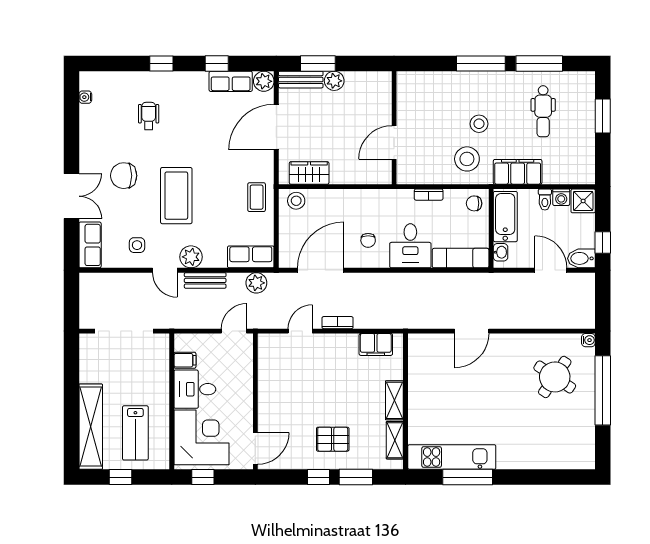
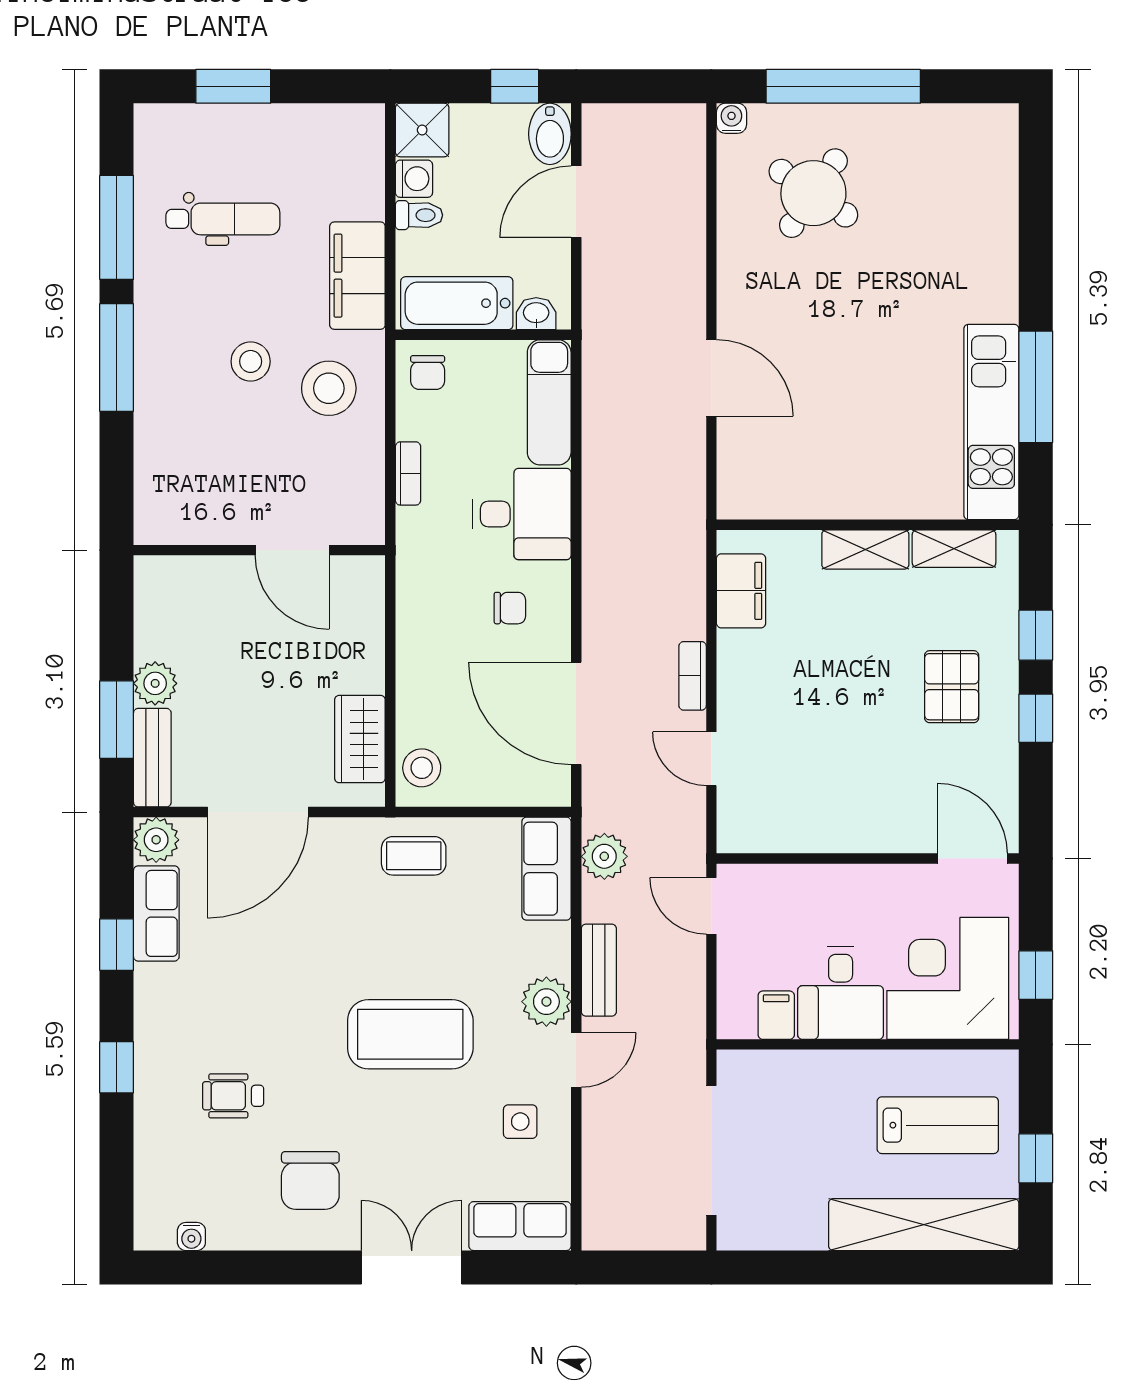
door: (276, 127) -> (258, 812), hinge flipped
chair: (124, 176) -> (310, 1180), moved
window: (356, 477) -> (1036, 635), width x0.67

